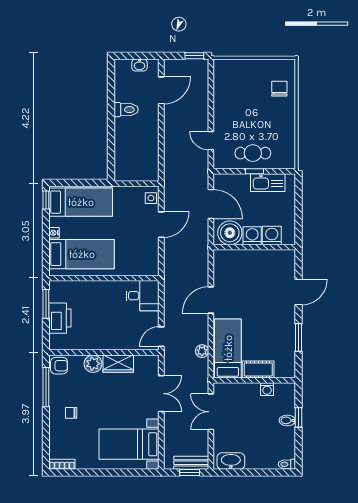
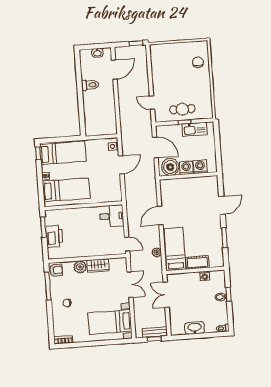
door: (161, 337) -> (127, 244), swing flipped
washbasin: (231, 461) -> (195, 328), moved

